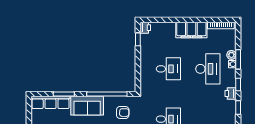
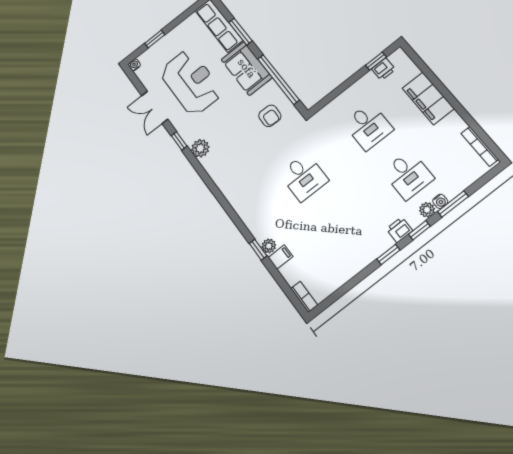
printer: (145, 28) -> (384, 69), moved
filing cabinet: (191, 30) -> (428, 98), moved
plant: (231, 55) -> (427, 210), moved
desk: (208, 69) -> (408, 175), width x0.73

